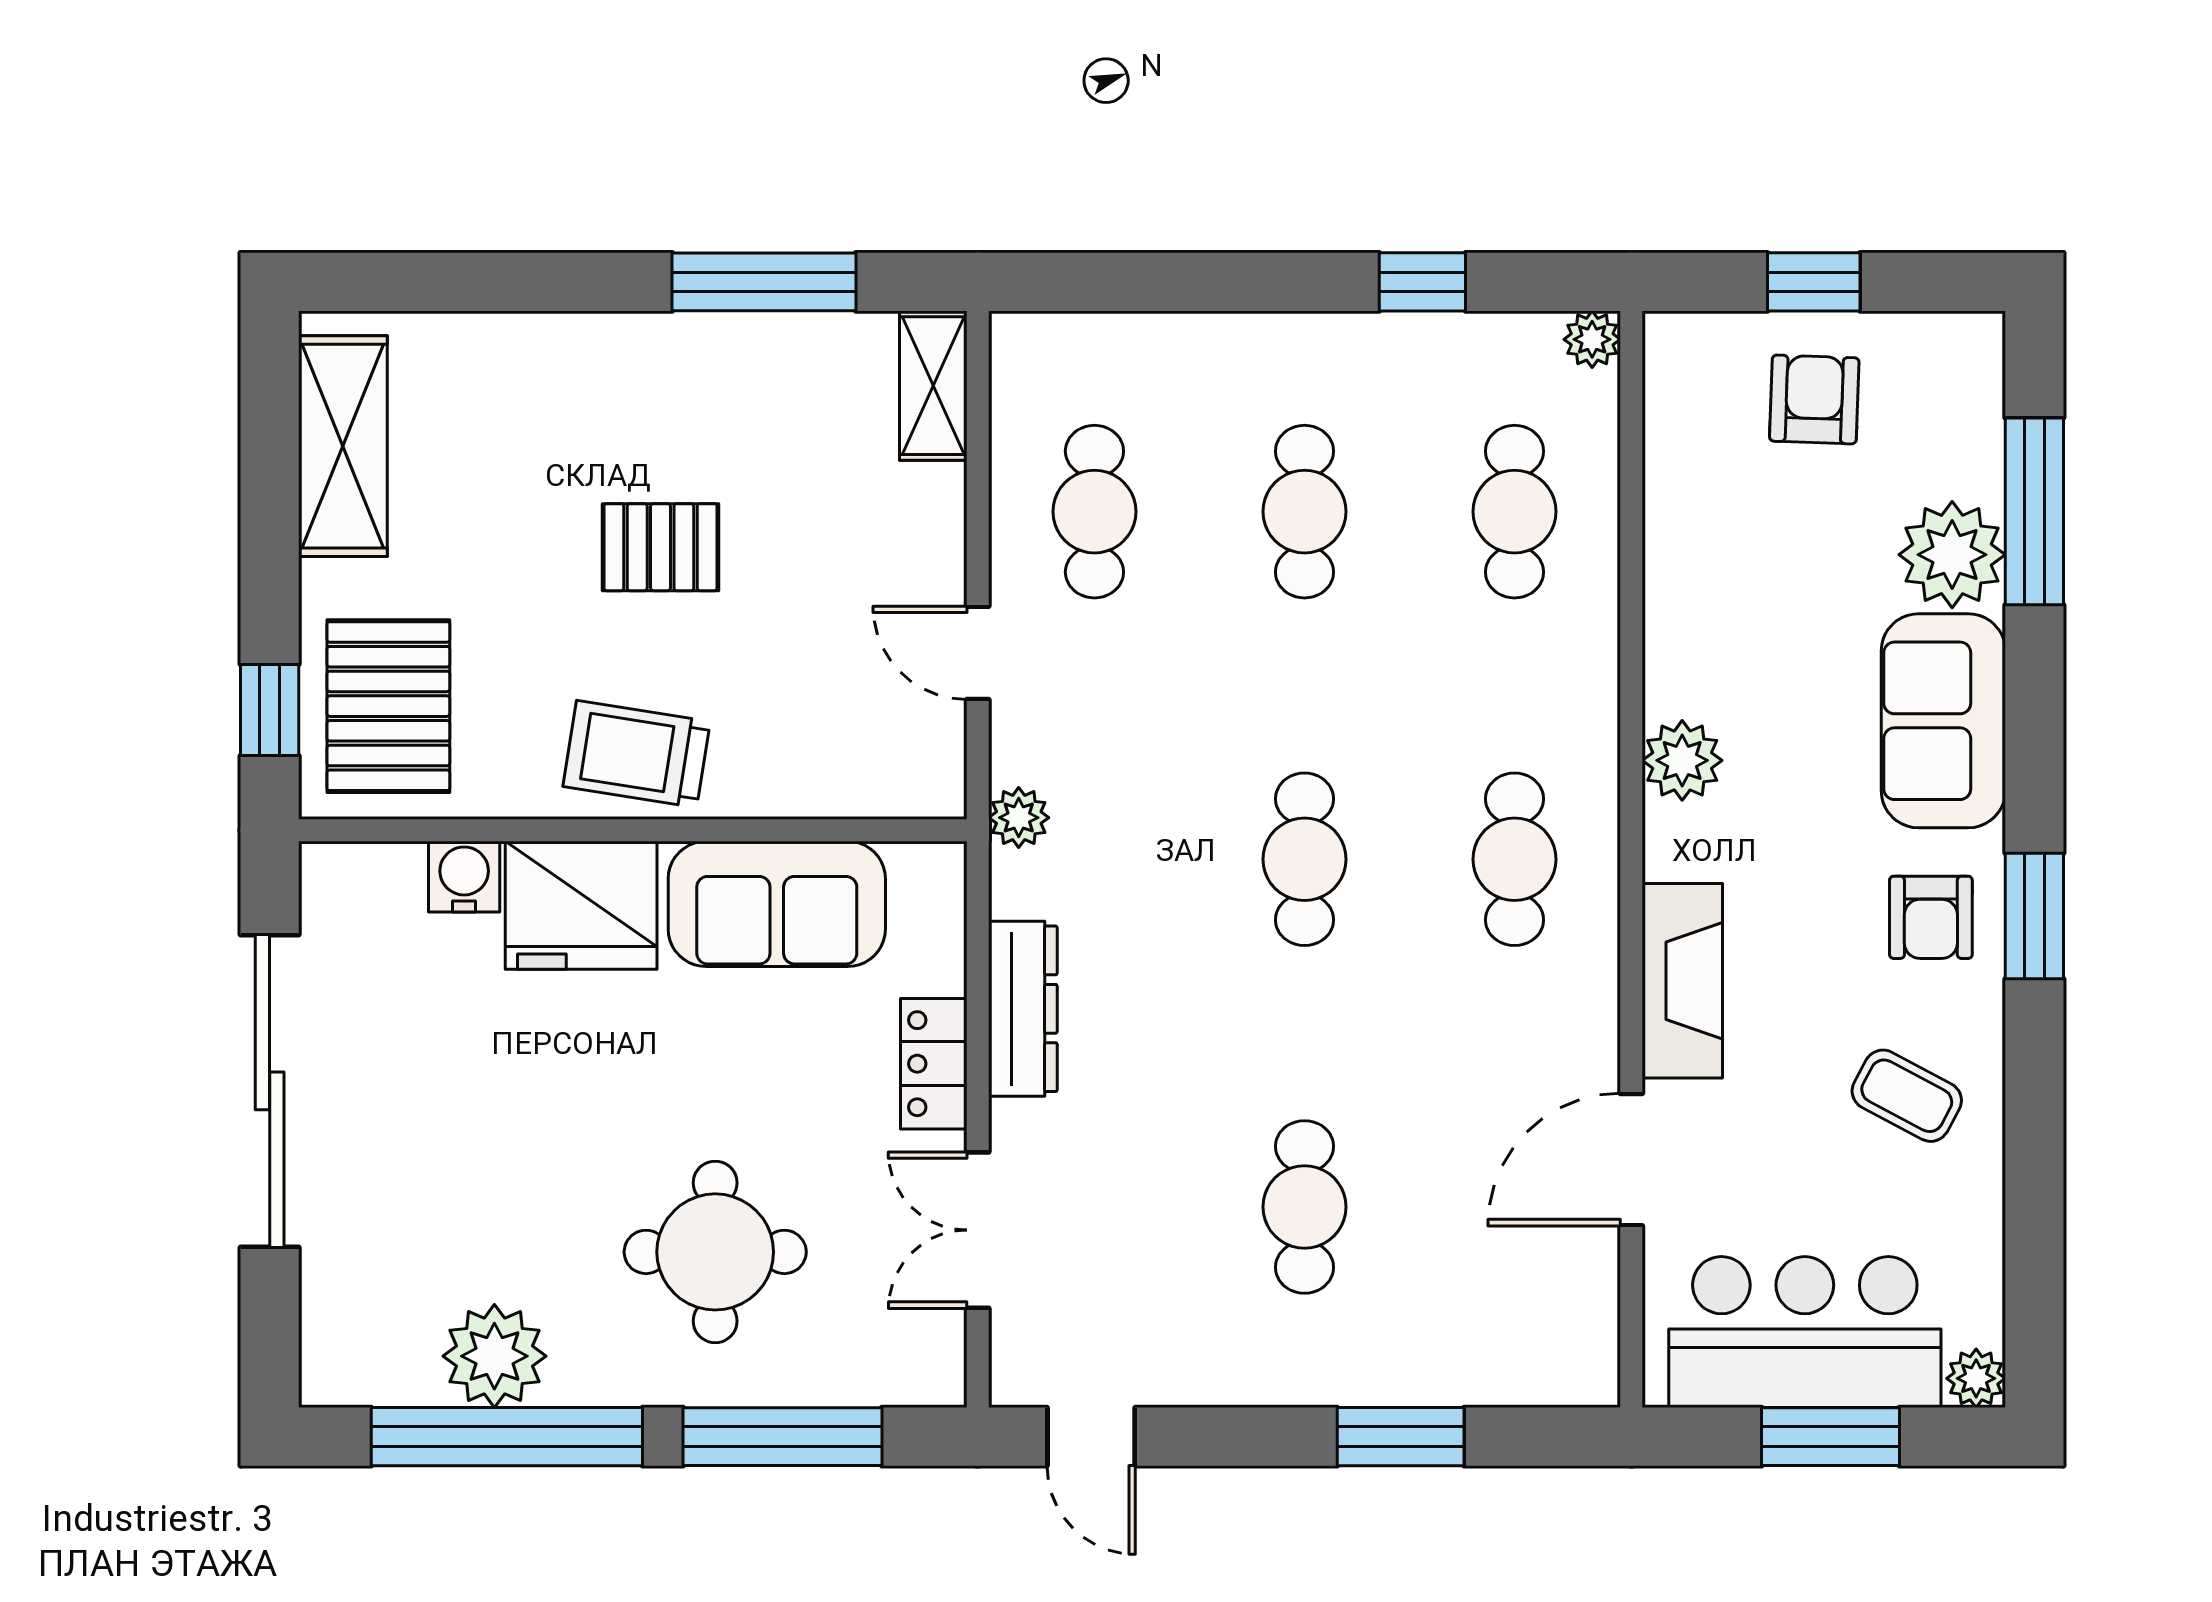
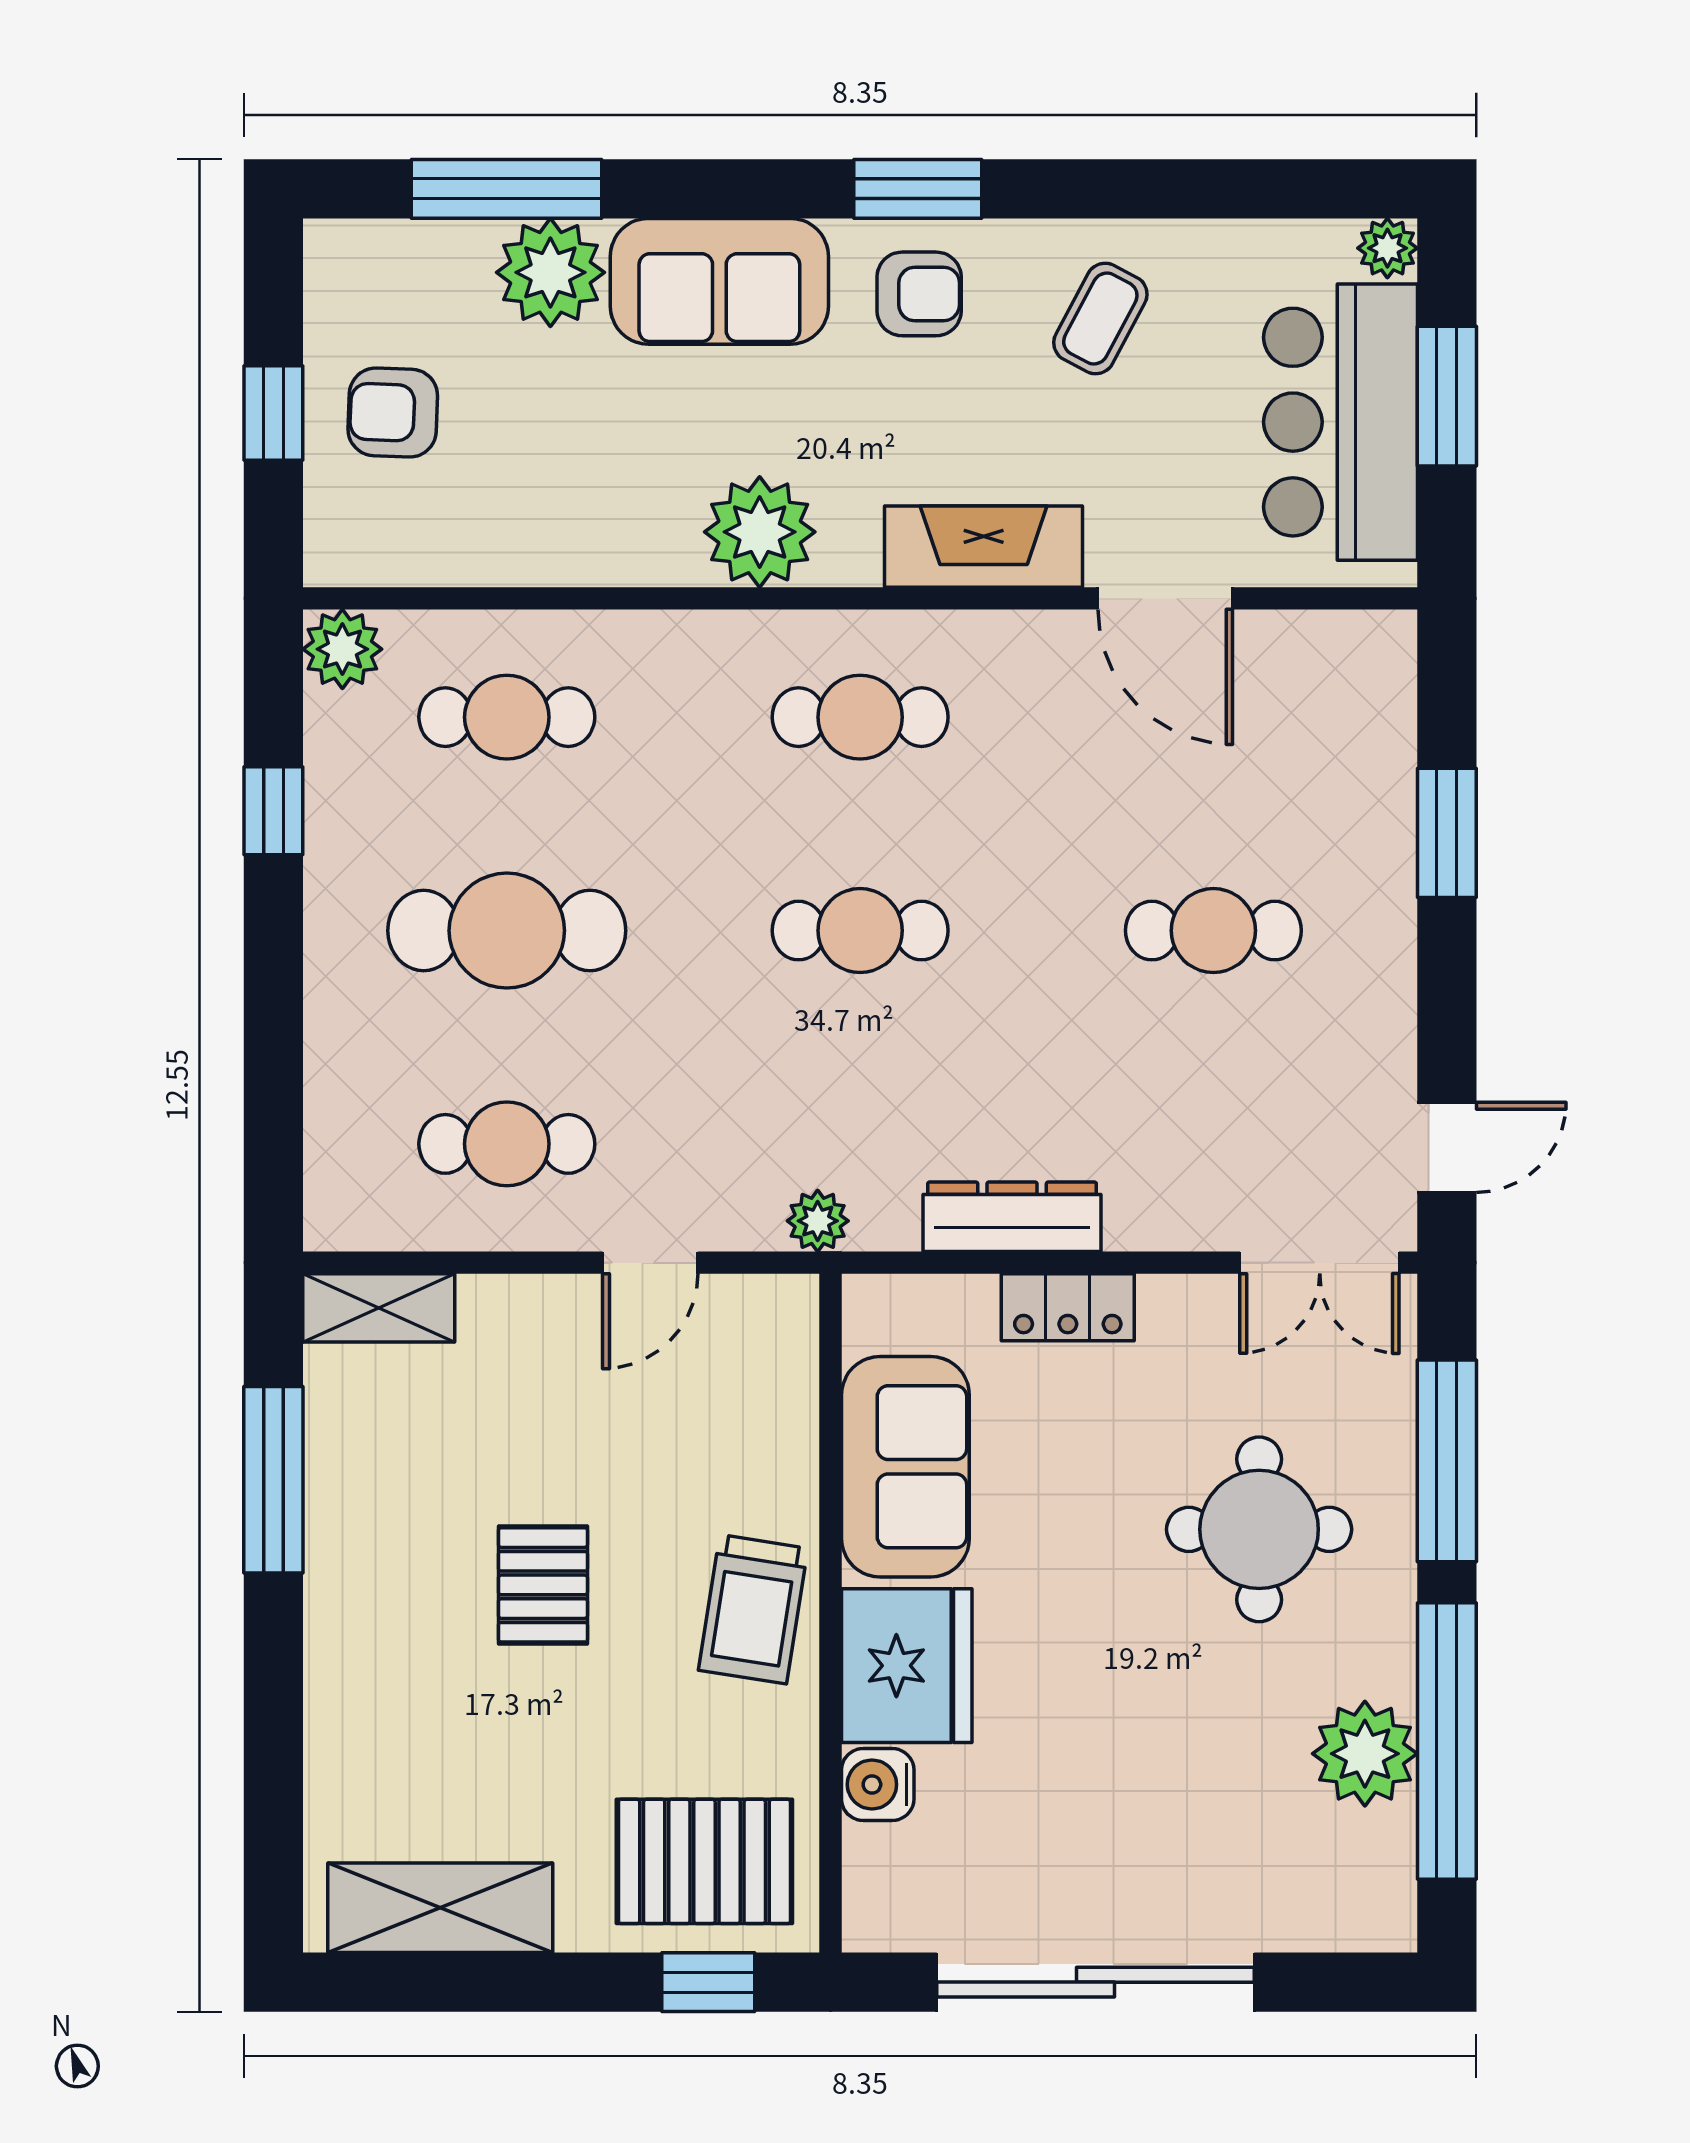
plant: (1592, 339) -> (342, 649), width x1.38, depth x1.38
cafe table: (1304, 512) -> (507, 931), width x1.37, depth x1.35
plant: (1682, 760) -> (760, 532), width x1.36, depth x1.36
double door: (978, 1230) -> (1320, 1263), moved

